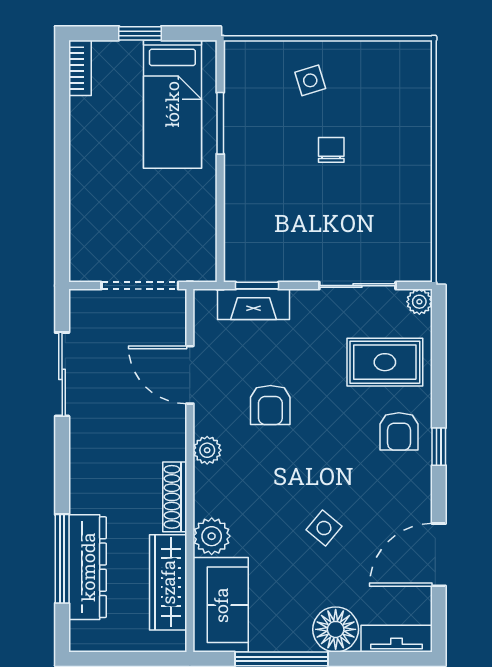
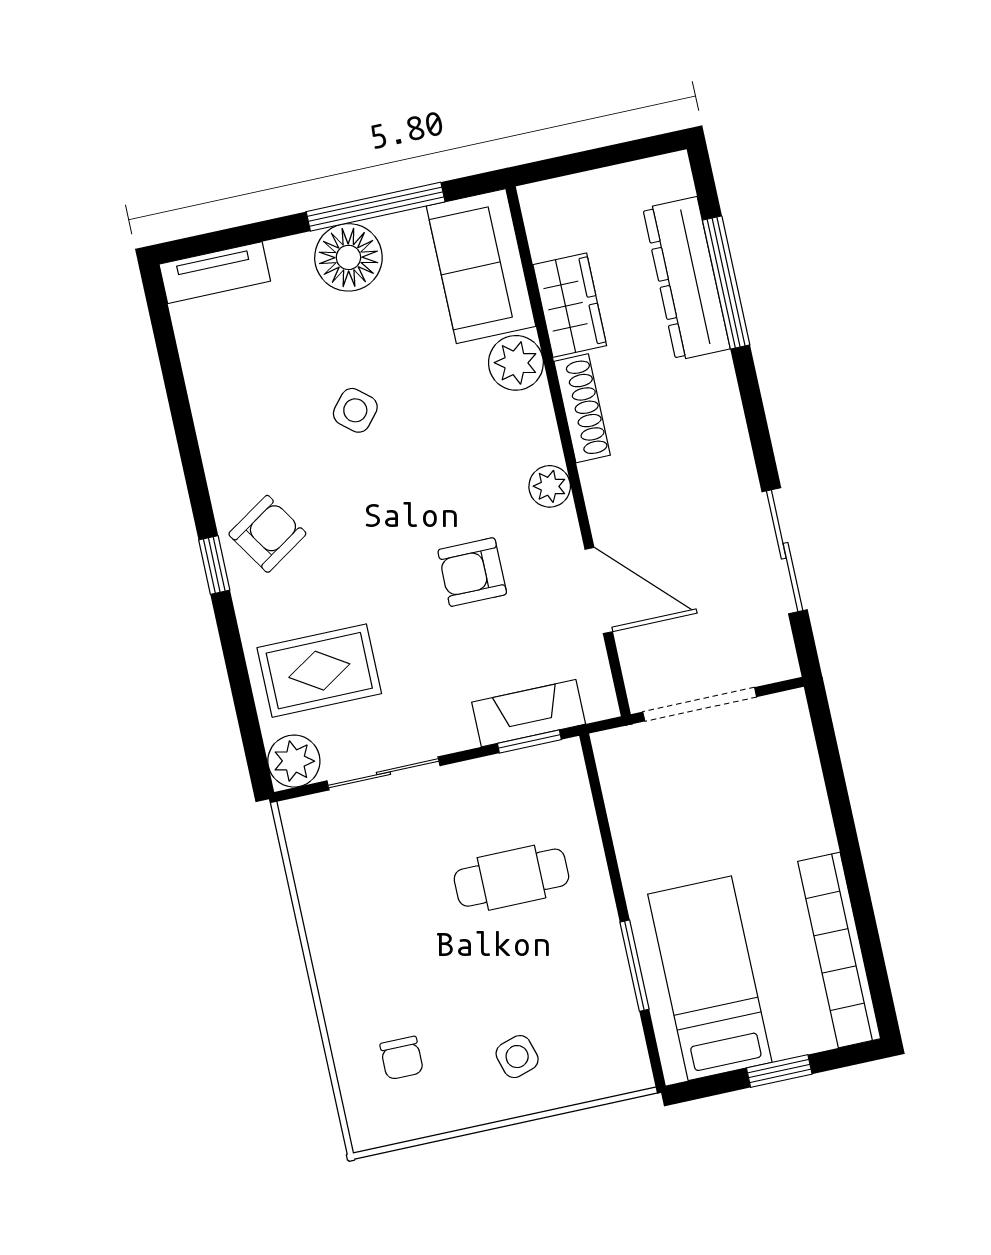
bookcase: (80, 68) -> (839, 950), width x2.31, depth x1.31
chair: (331, 150) -> (402, 1058), moved
cafe table: (288, 199) -> (511, 878), added
plant: (419, 302) -> (294, 761), width x1.38, depth x1.38
armchair: (270, 405) -> (472, 572), turned -90
armchair: (399, 431) -> (267, 534), moved, turned 57
door: (439, 555) -> (180, 408), removed
wardrobe: (168, 582) -> (570, 305), width x0.67
floor lamp: (336, 629) -> (348, 257), moved

